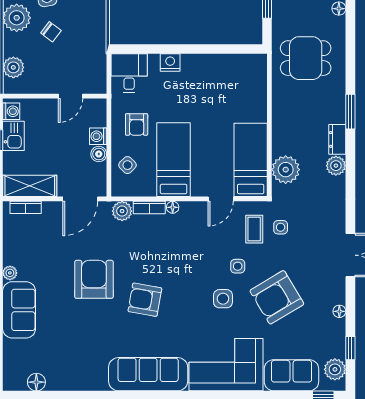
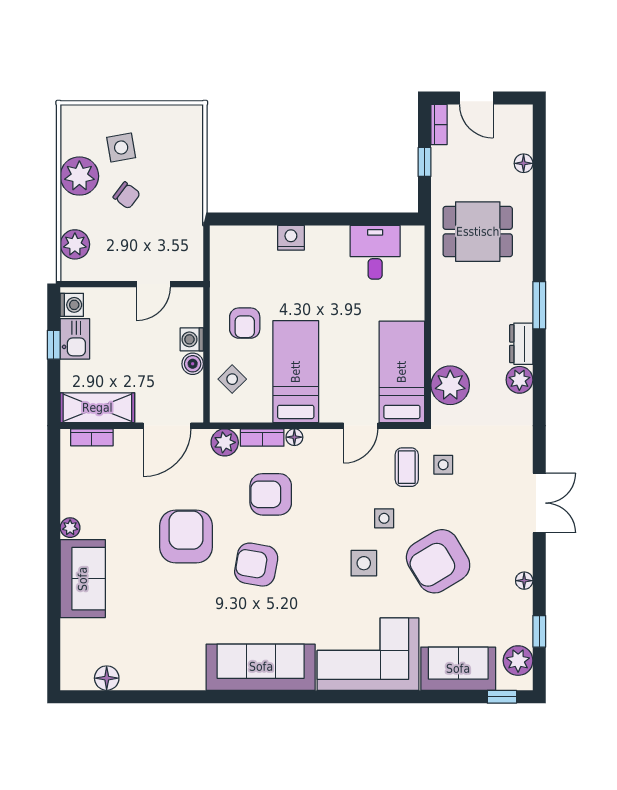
desk: (129, 73) -> (375, 252), moved
armchair: (155, 249) -> (271, 494), added

